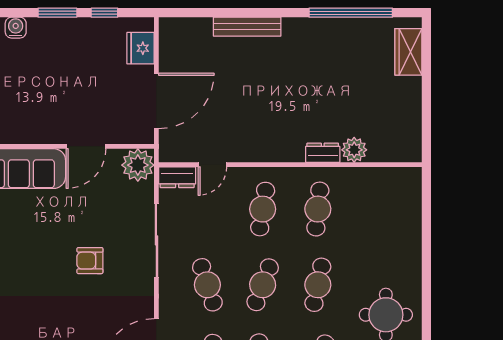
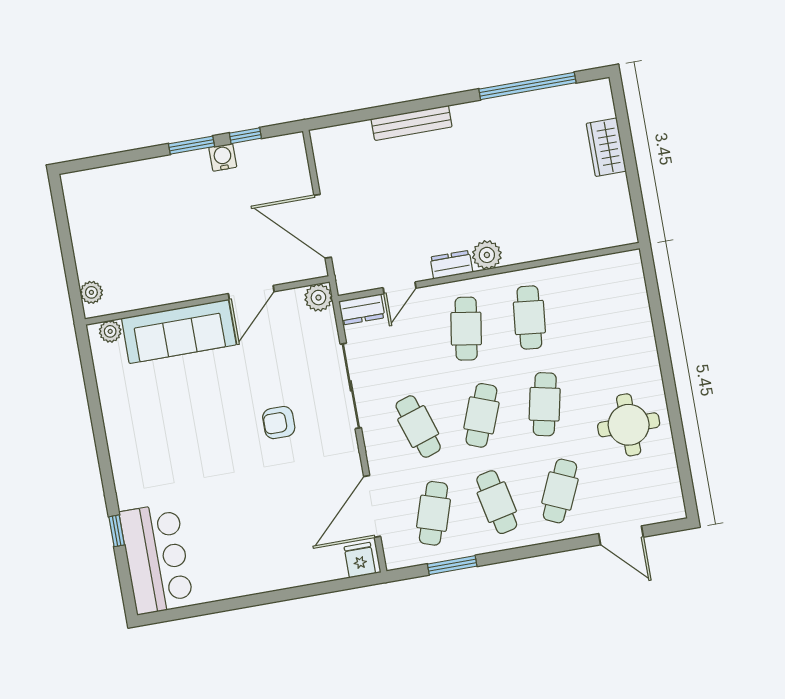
water cooler: (16, 28) -> (223, 157), moved
fridge: (141, 48) -> (294, 169), removed
wardrobe: (408, 52) -> (606, 147), moved
door: (156, 101) -> (323, 226), swing flipped
plant: (354, 150) -> (487, 255), moved
dresser: (323, 153) -> (451, 265), moved
plant: (138, 165) -> (318, 298), width x0.73, depth x0.73

